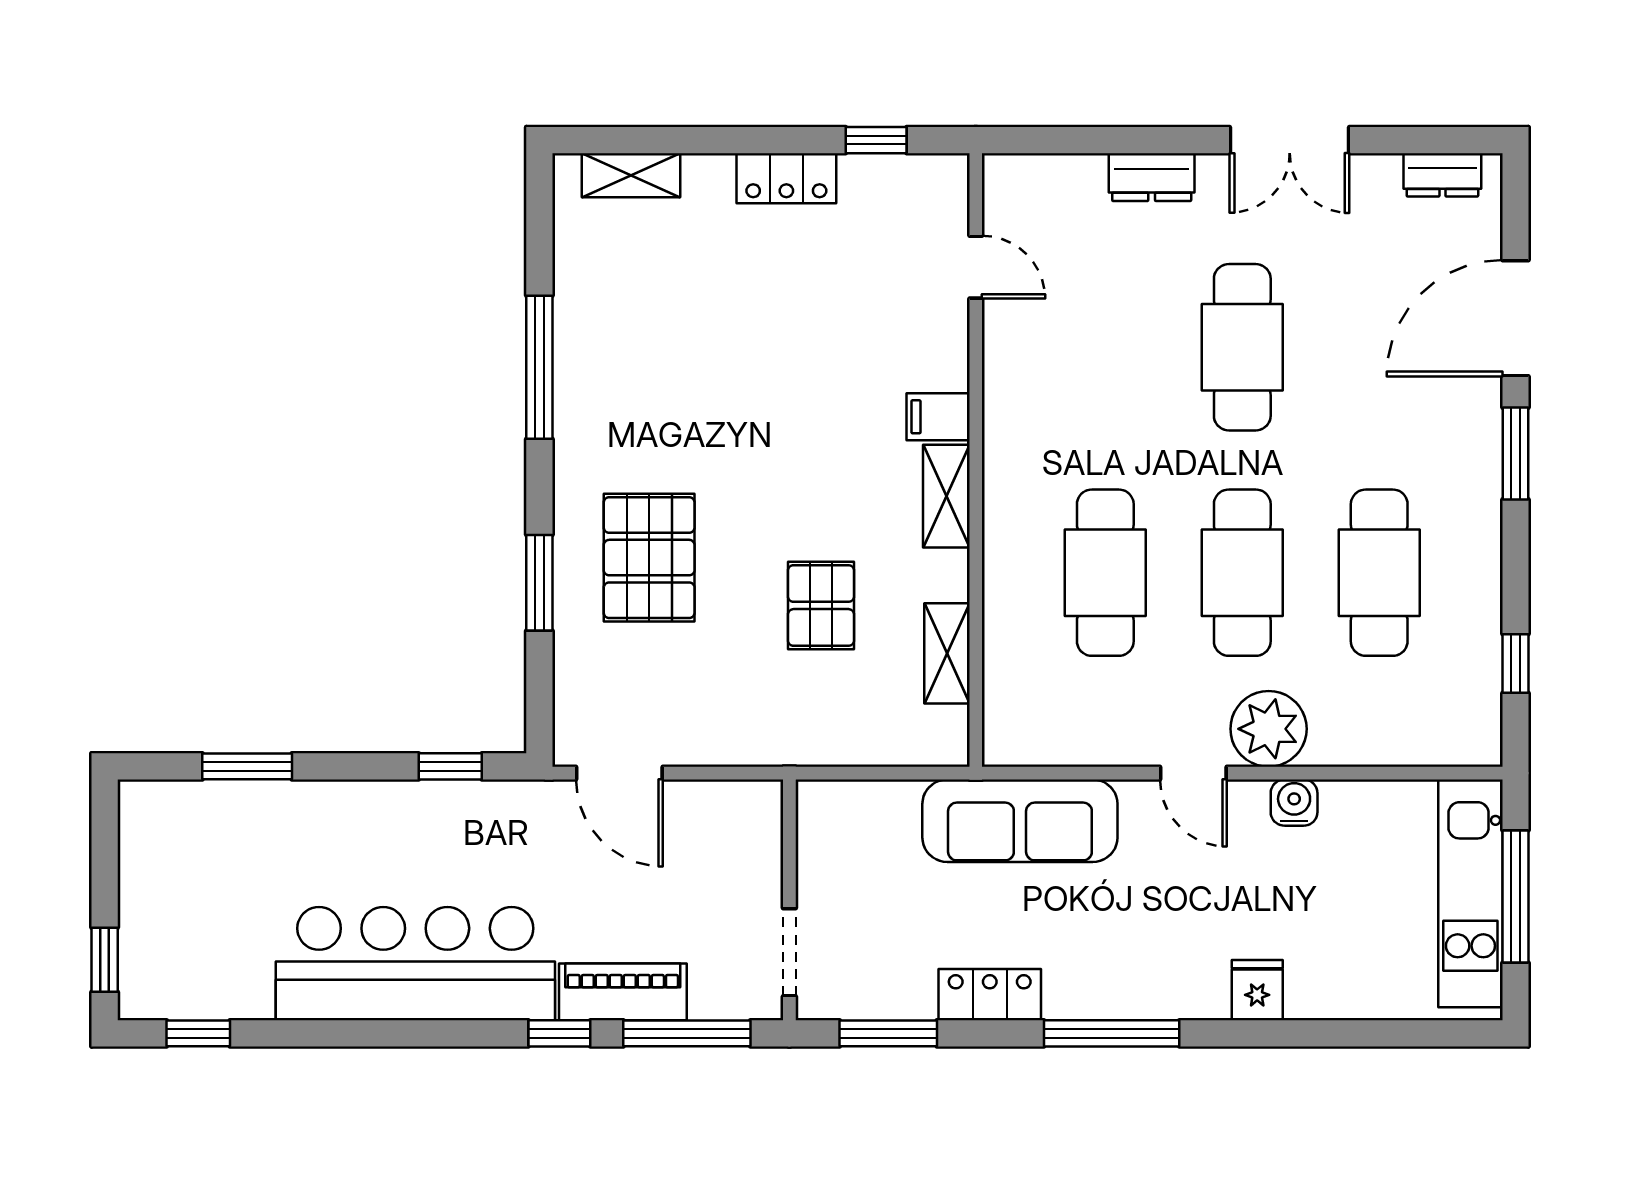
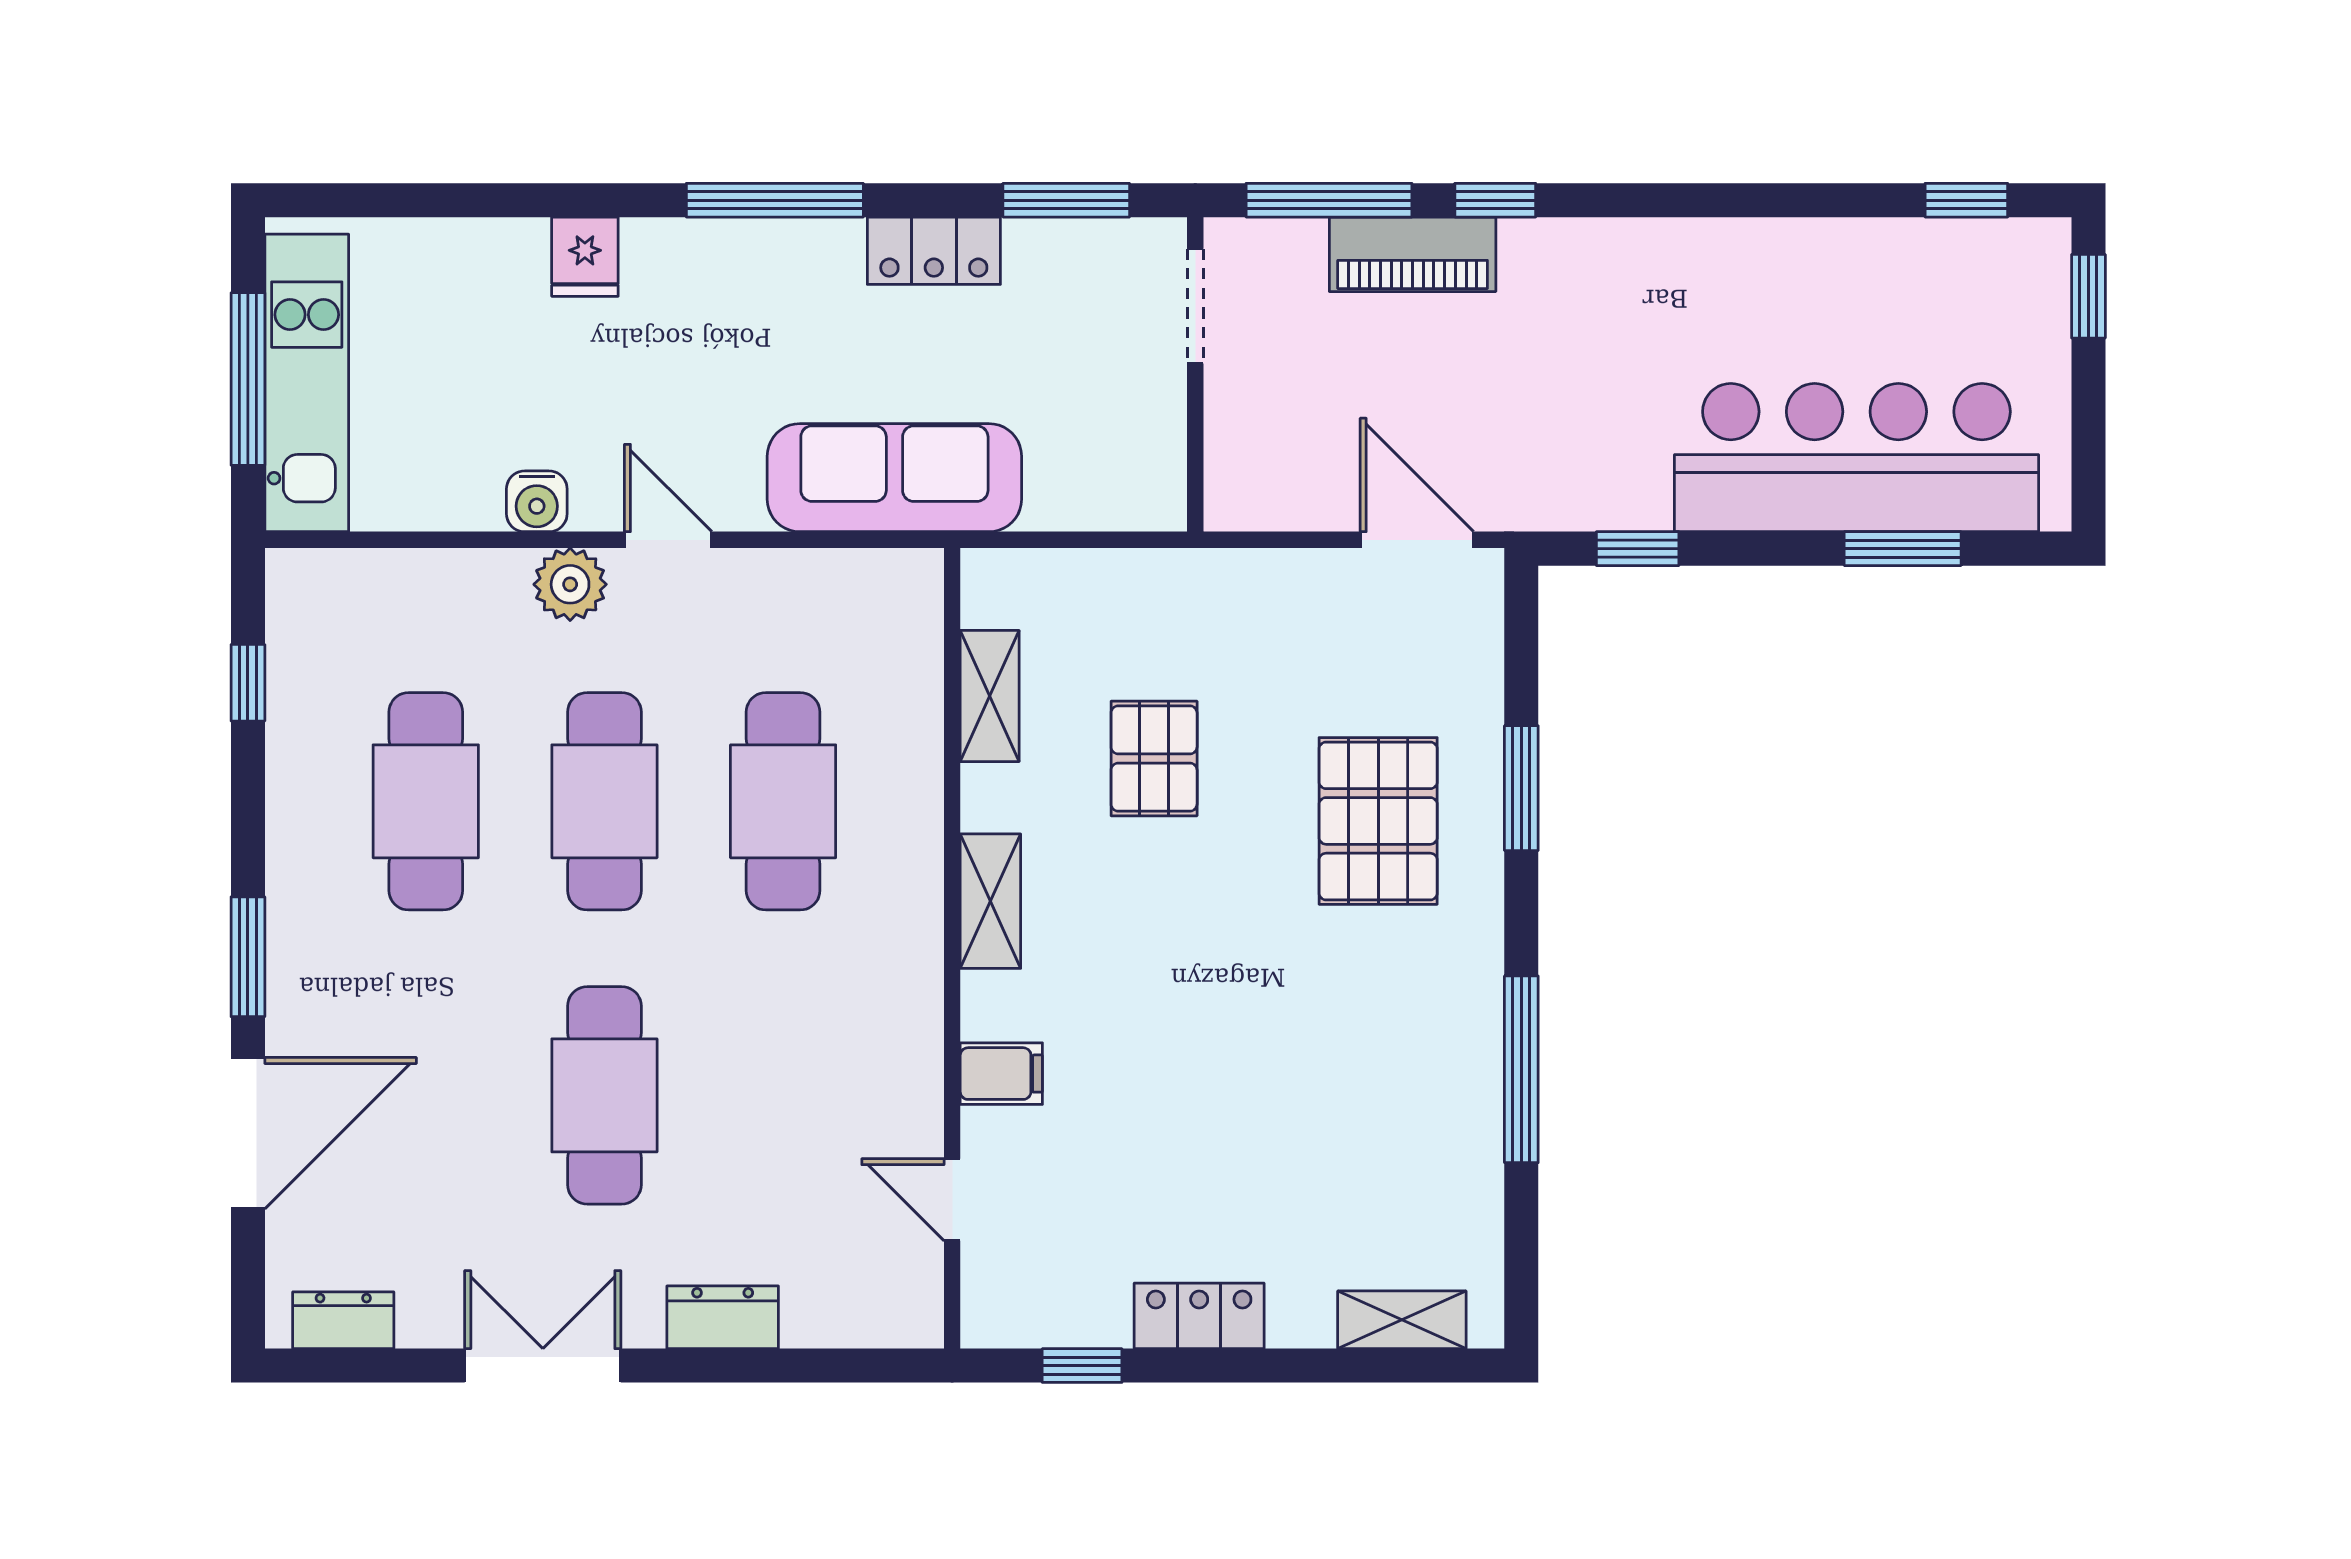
filing cabinet: (938, 417) -> (1001, 1074), moved
plant: (1269, 729) -> (570, 584), width x0.73, depth x0.73
bar counter: (415, 964) -> (1856, 458), moved, turned 180

